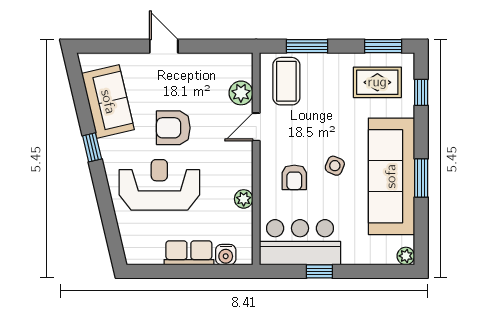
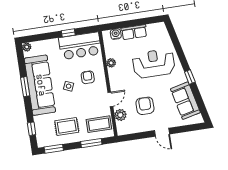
coffee table: (286, 81) -> (99, 124), turned 90
rug: (377, 82) -> (67, 127), moved
armchair: (173, 128) -> (145, 106), moved, turned -90
reception desk: (159, 185) -> (154, 63), turned 180

